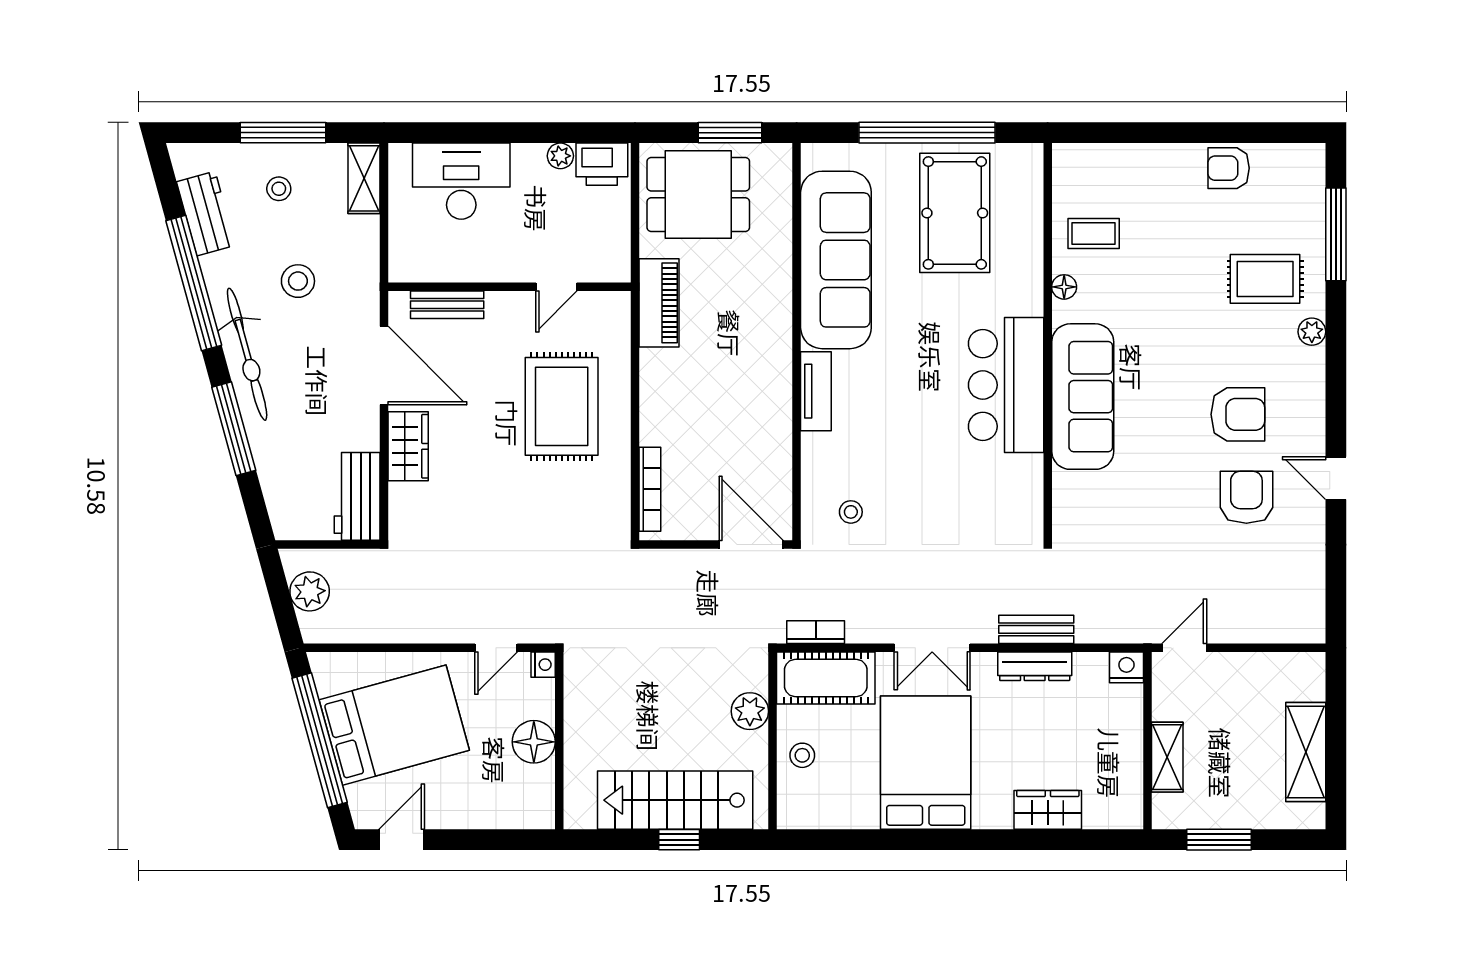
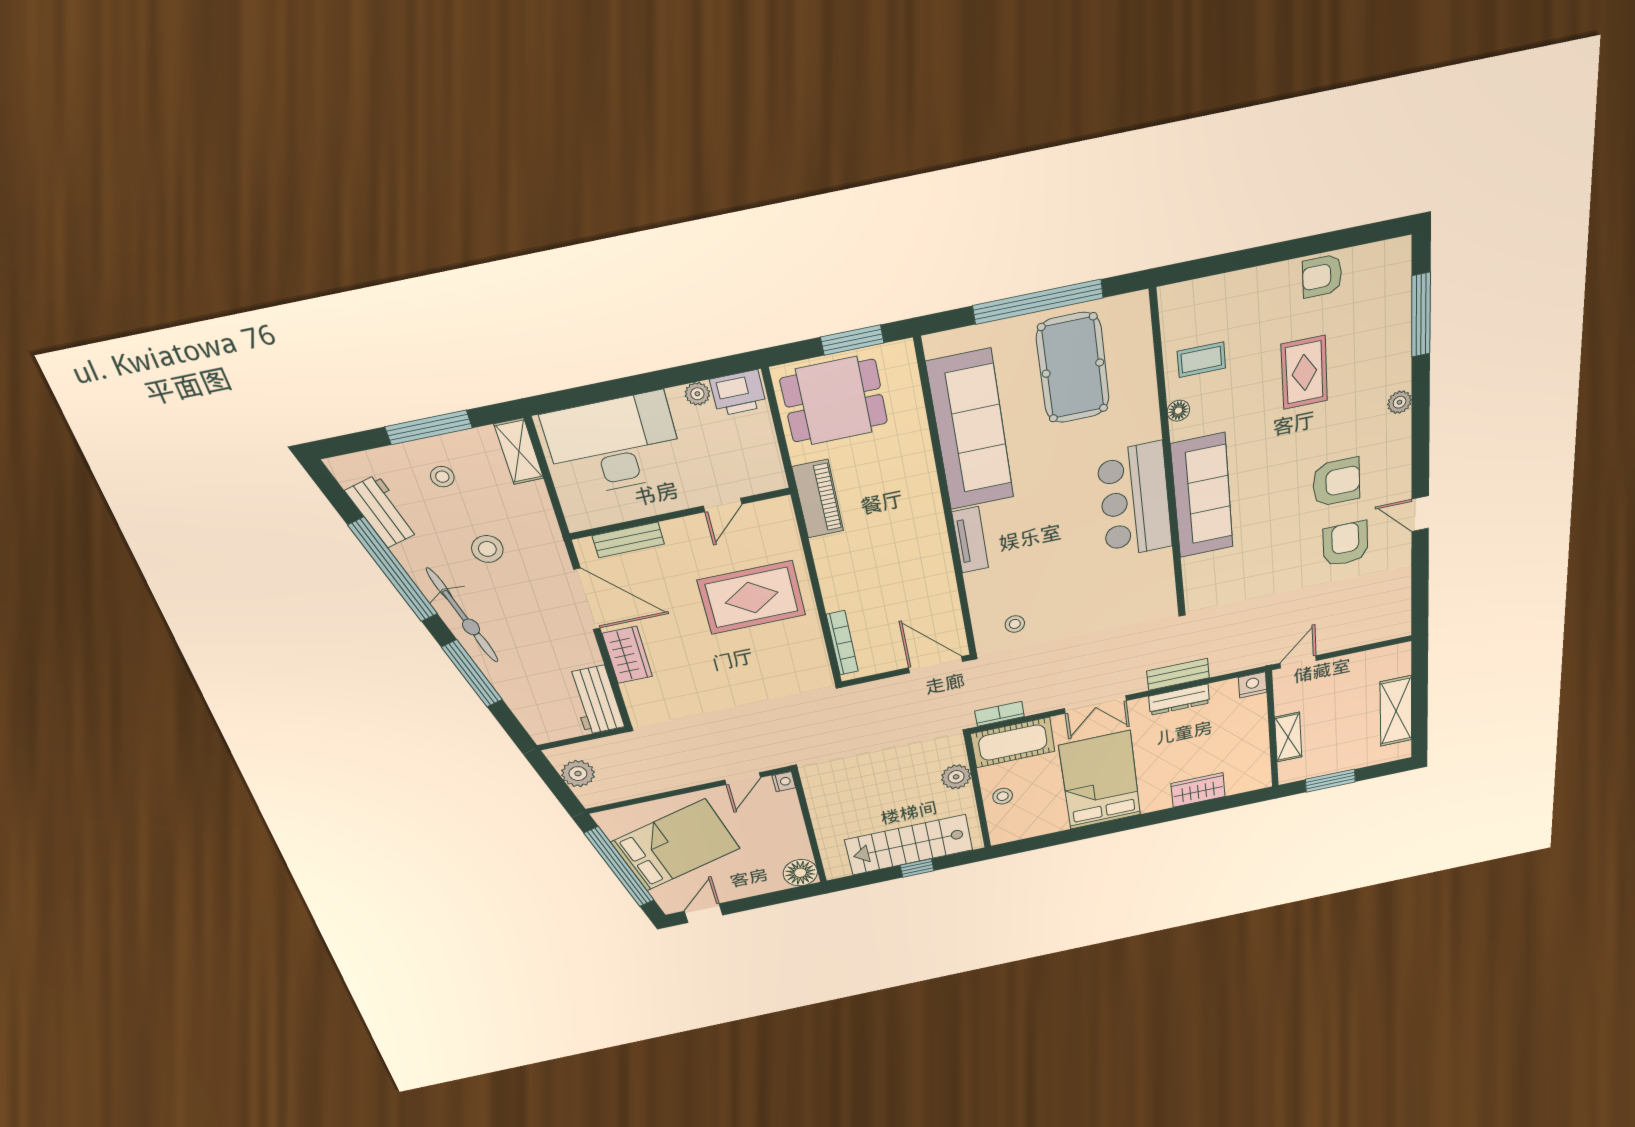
desk: (461, 181) -> (614, 445), width x1.36, depth x1.30
rug: (1265, 279) -> (1304, 372), moved, turned 90
rug: (562, 406) -> (752, 598), turned 90
floor lamp: (534, 742) -> (800, 873), moved

